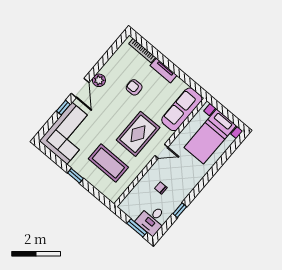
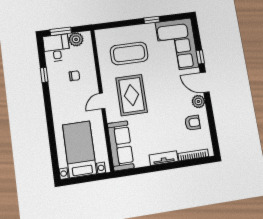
armchair: (134, 87) -> (192, 123), moved
window: (75, 176) -> (152, 20), moved
plant: (133, 211) -> (76, 39), added

